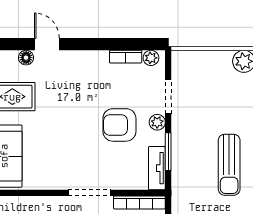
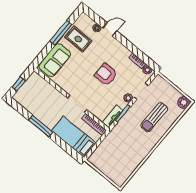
door: (47, 44) -> (110, 29), hinge flipped
armchair: (119, 125) -> (106, 75), moved
sun lounger: (229, 165) -> (154, 117), moved

